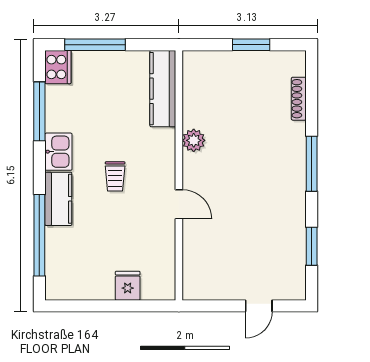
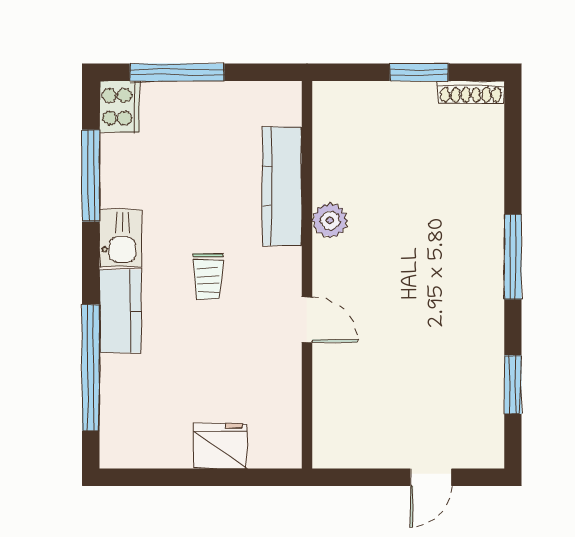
kitchen counter: (163, 89) -> (282, 186), moved
shoe rack: (299, 99) -> (471, 92), moved, turned -90
fridge: (128, 286) -> (220, 446), width x1.38

